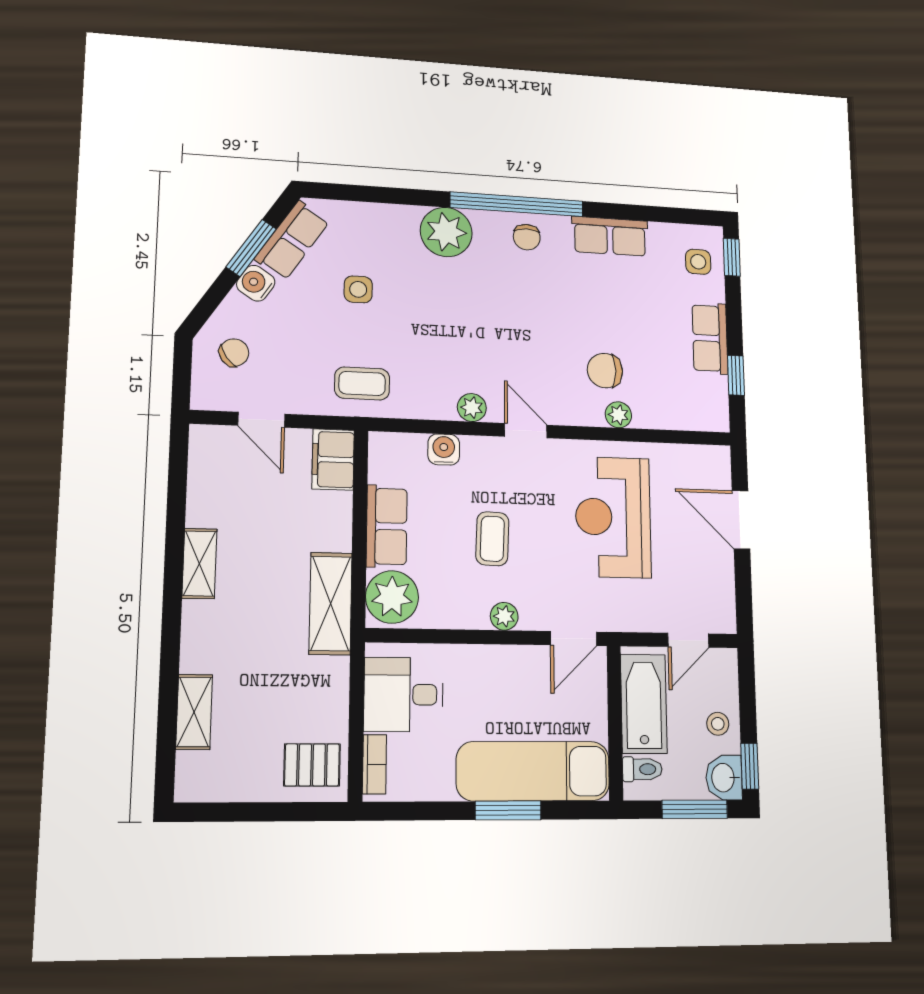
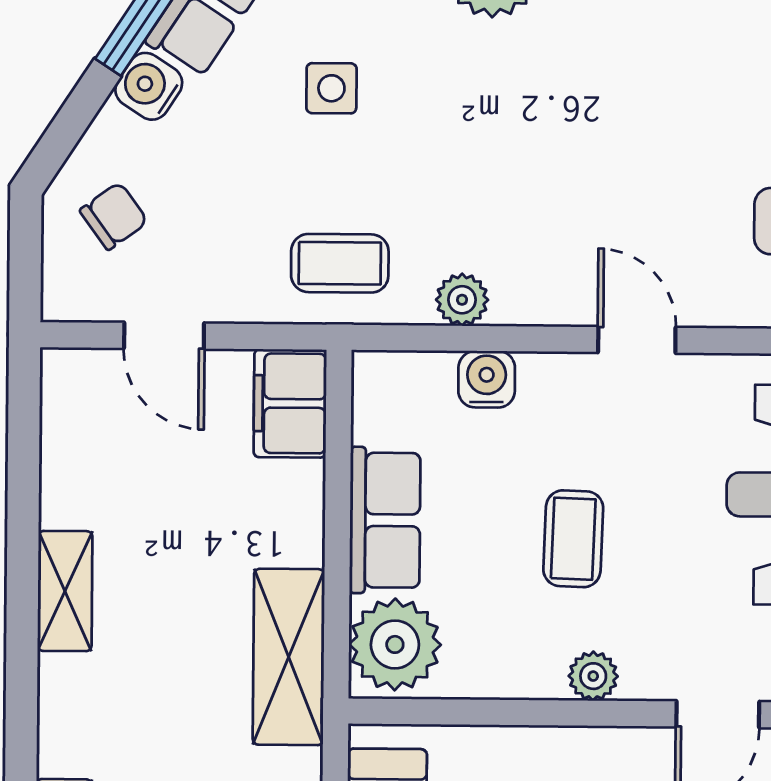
plant: (472, 408) -> (462, 300), moved

